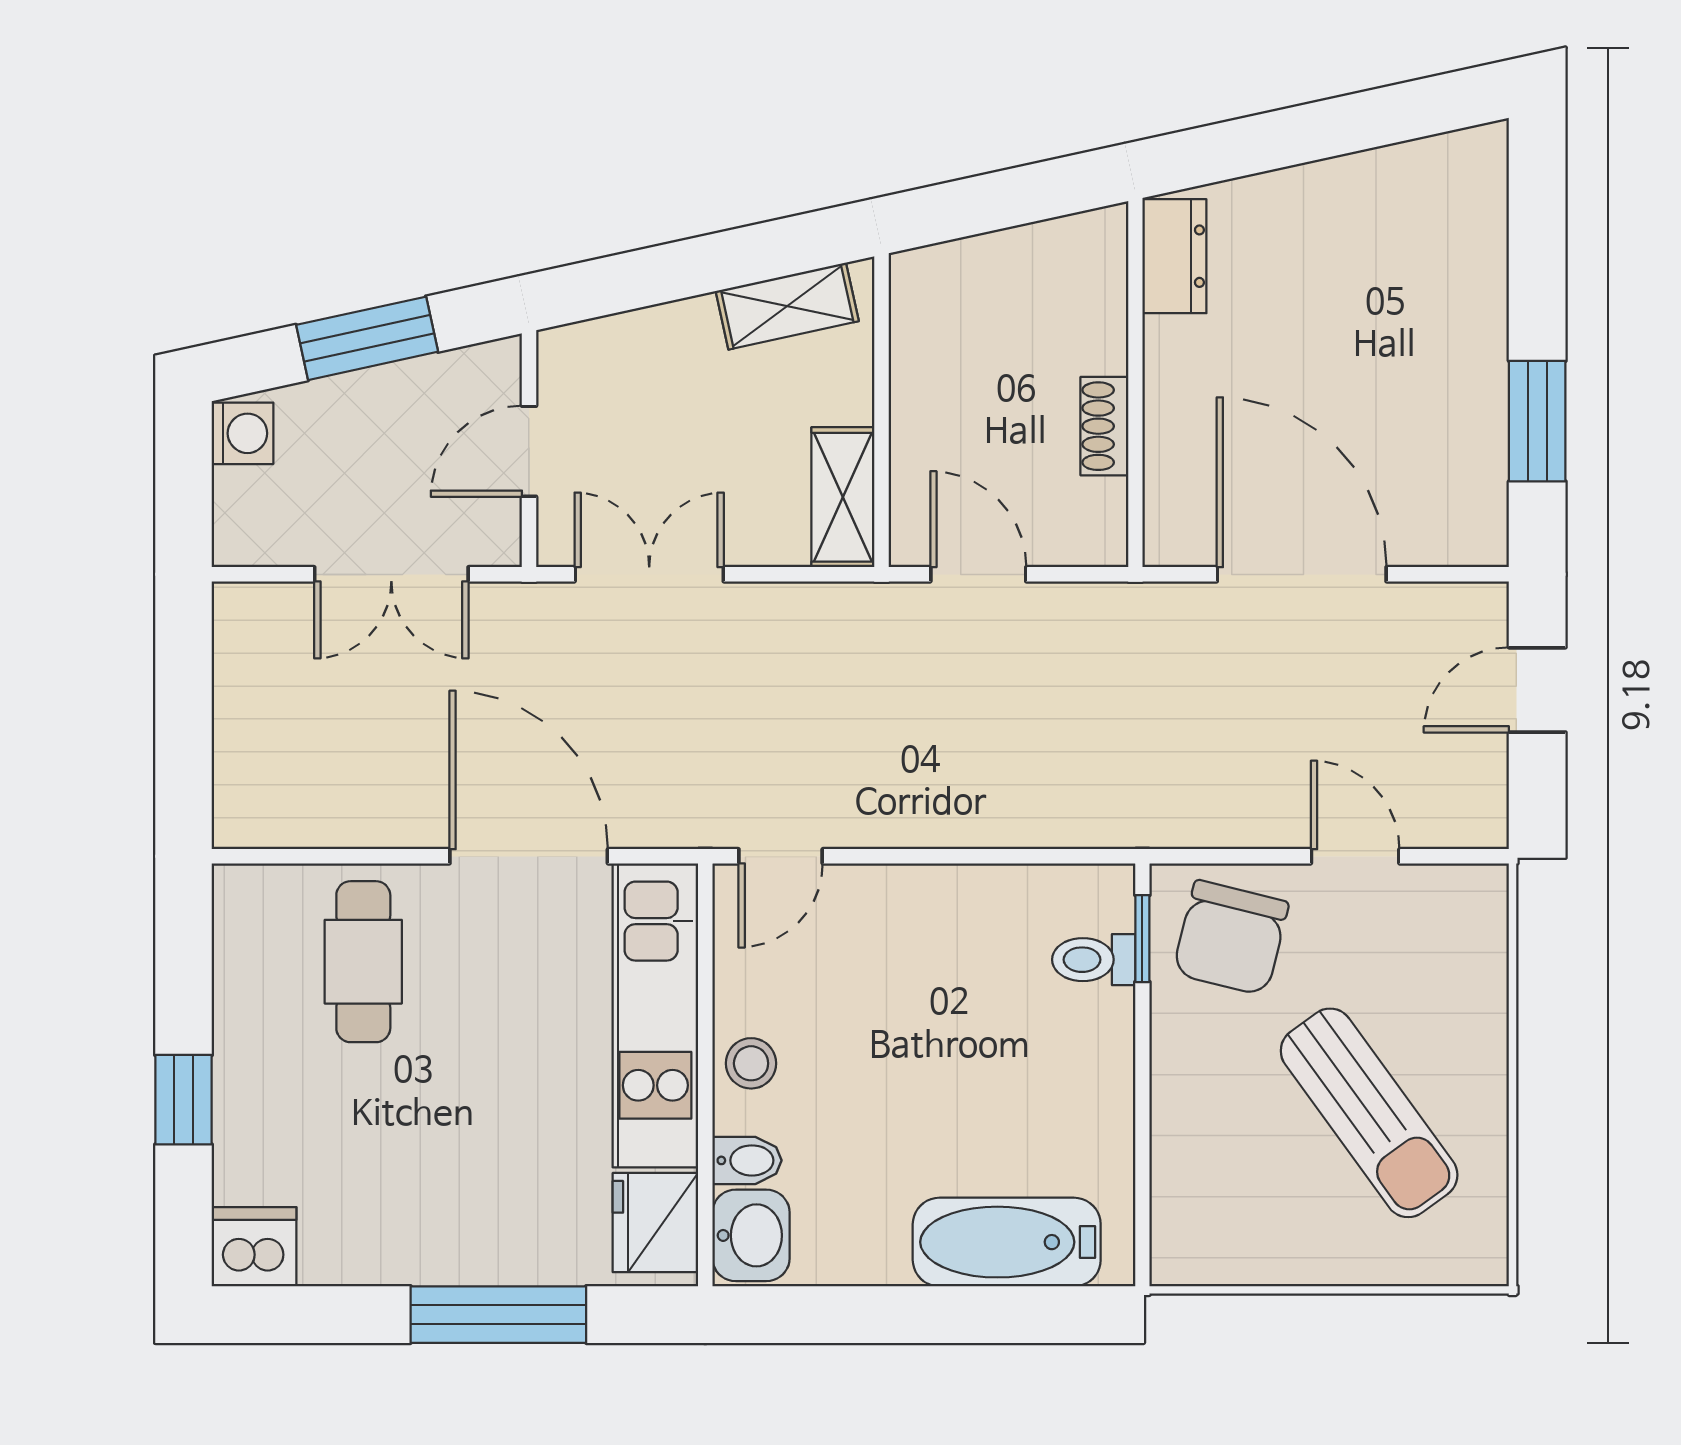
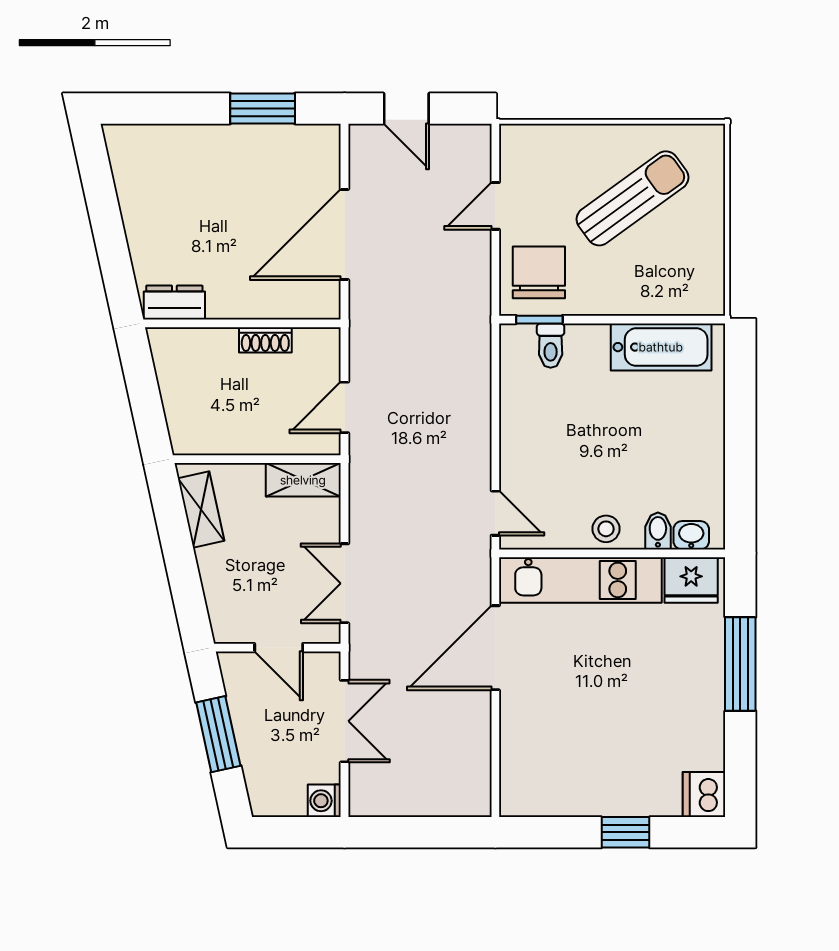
washing machine: (243, 433) -> (324, 801), moved, turned -90
chair: (1231, 938) -> (539, 272), turned -104
cafe table: (363, 962) -> (552, 736), removed
washbasin: (751, 1235) -> (691, 535), width x0.72, depth x0.69
bathtub: (1007, 1242) -> (661, 347), moved, turned -90

